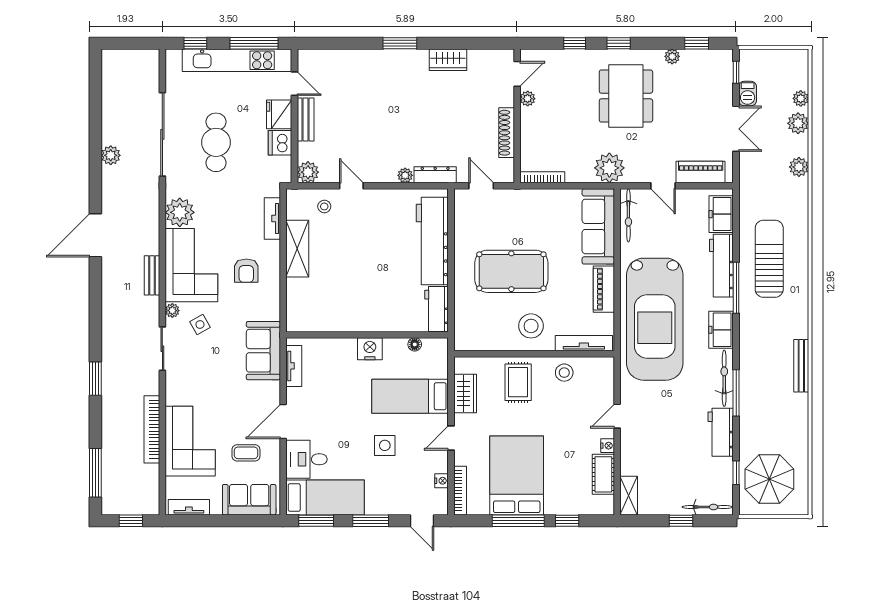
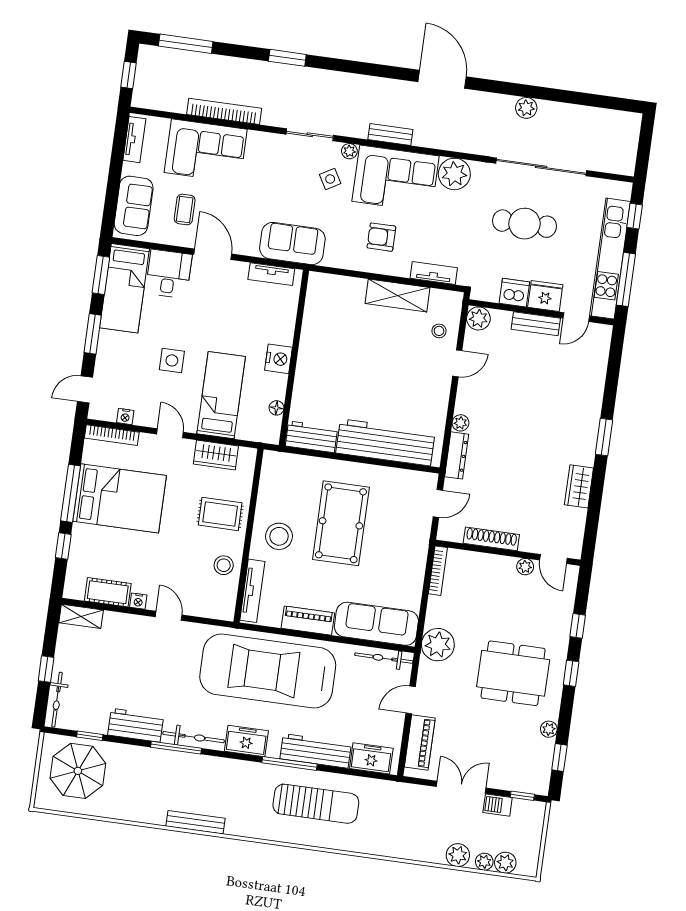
double door: (736, 129) -> (461, 787), swing flipped
plant: (799, 167) -> (505, 863), moved

